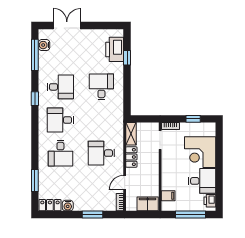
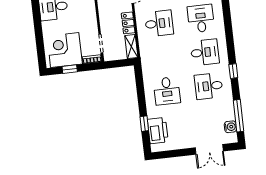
corner desk: (200, 152) -> (65, 50), moved, turned -90

